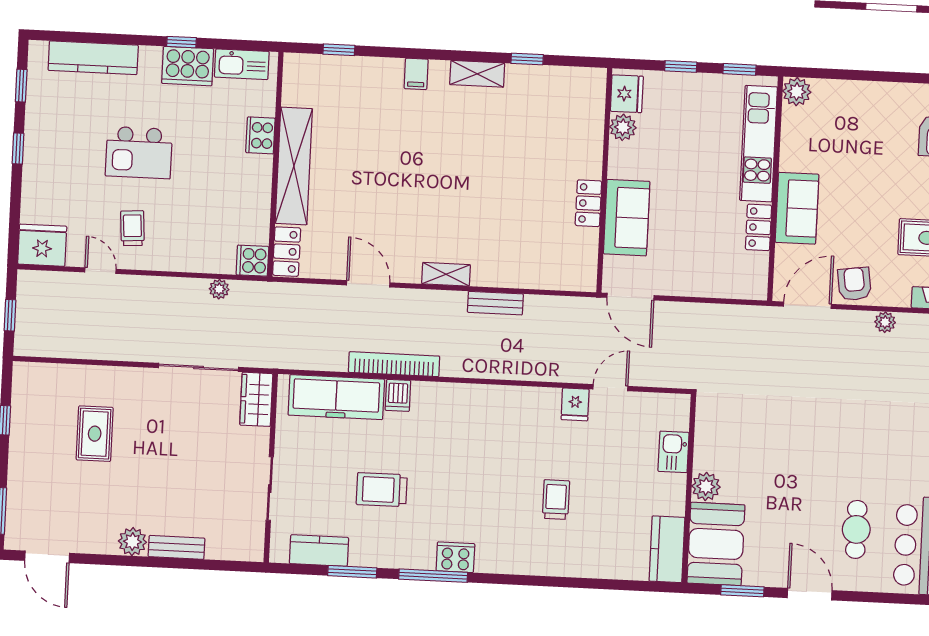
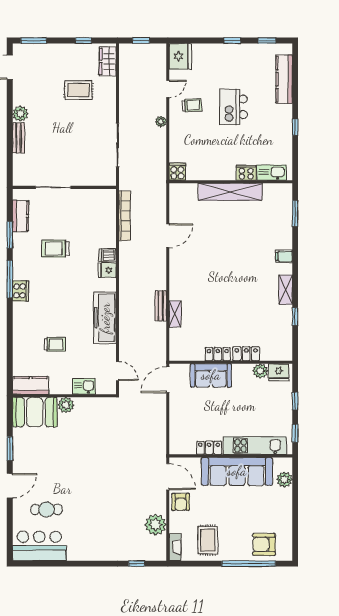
window: (339, 50) -> (295, 213), width x1.50
kitchen sink: (242, 64) -> (272, 173), moved, turned 90
cooker: (188, 66) -> (282, 131), removed
plant: (797, 92) -> (284, 480), moved
sofa: (797, 208) -> (237, 471), width x1.85, depth x1.27
locker: (287, 252) -> (246, 354), moved, turned 180
shelving: (446, 274) -> (175, 314), moved
armchair: (855, 284) -> (181, 502), turned 98
plant: (219, 289) -> (161, 122), moved
plant: (885, 322) -> (156, 525), width x1.88, depth x1.88
bookcase: (394, 364) -> (125, 216), moved
freezer: (336, 397) -> (105, 318), moved
wardrobe: (256, 399) -> (108, 61), moved, turned -90
fridge: (575, 404) -> (107, 270), moved
kitchen sink: (673, 452) -> (84, 386), moved
plant: (706, 487) -> (66, 405), moved
wall: (689, 489) -> (64, 396), moved
trolley: (382, 490) -> (56, 249), turned -90
booth: (716, 544) -> (35, 412), moved
kitchen counter: (667, 549) -> (31, 385), moved

